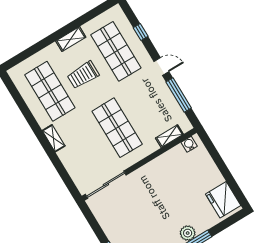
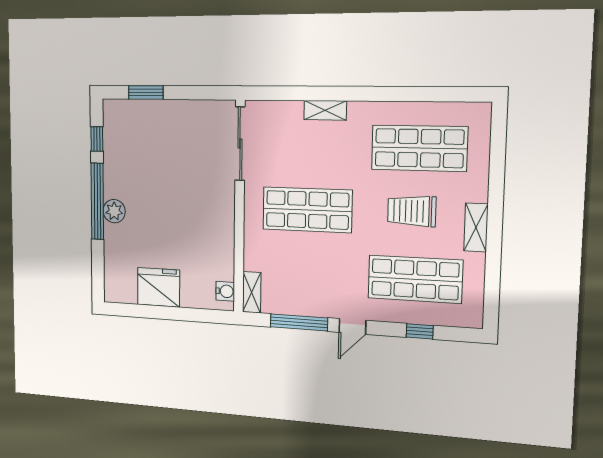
trolley: (83, 75) -> (412, 211), turned -90
shelving: (169, 136) -> (252, 292), moved
shelving: (54, 138) -> (325, 110), moved
fridge: (223, 200) -> (159, 287), moved

